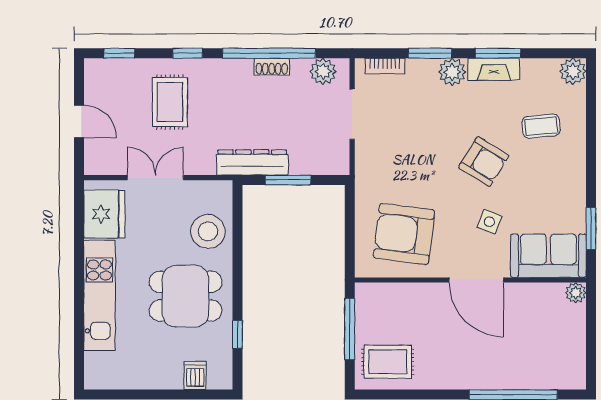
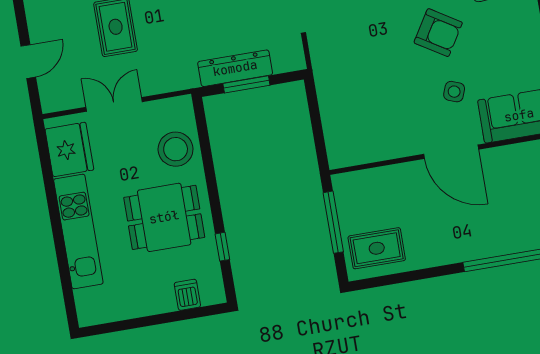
door: (79, 121) -> (28, 62), hinge flipped
dresser: (252, 162) -> (235, 68), moved
armchair: (404, 234) -> (371, 118), removed

